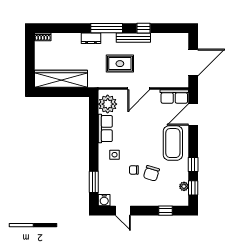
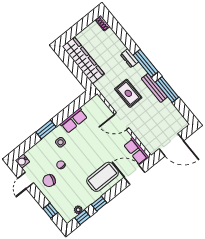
window: (143, 28) -> (167, 90), width x2.17
plant: (108, 104) -> (92, 108), removed
chair: (151, 173) -> (49, 181), moved
window: (94, 182) -> (46, 130), moved

